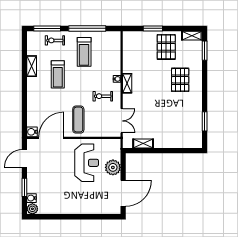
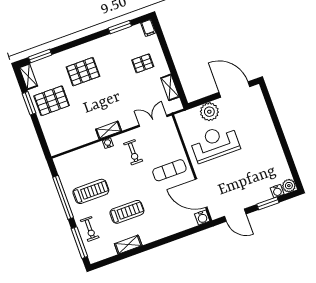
window: (153, 28) -> (29, 103), moved
pallet: (170, 129) -> (143, 63), added
filing cabinet: (196, 143) -> (148, 28), added

